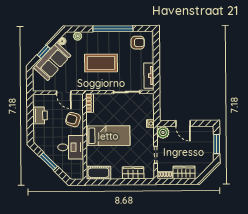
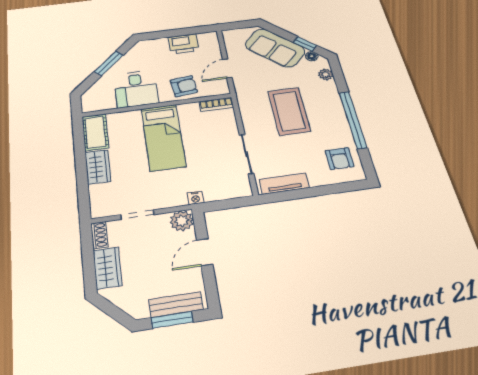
window: (44, 52) -> (305, 44), moved
armchair: (73, 120) -> (184, 86), turned 66
bench: (209, 141) -> (176, 304), added
wardrobe: (133, 173) -> (98, 167), moved

